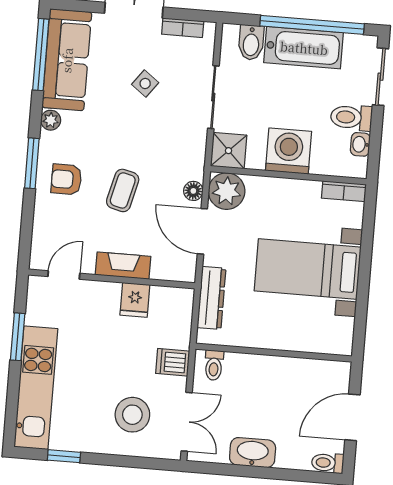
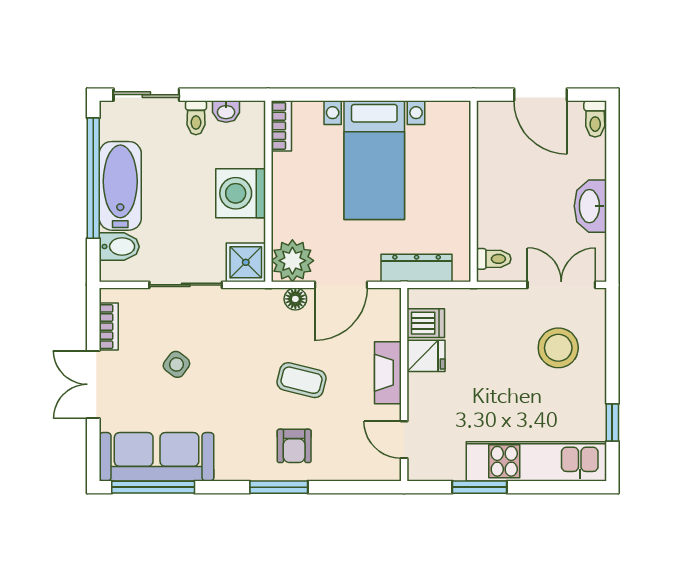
toilet: (351, 117) -> (196, 118), width x0.73, depth x0.72
plant: (51, 120) -> (228, 470), removed
dishwasher: (173, 362) -> (426, 323), moved, turned -90

